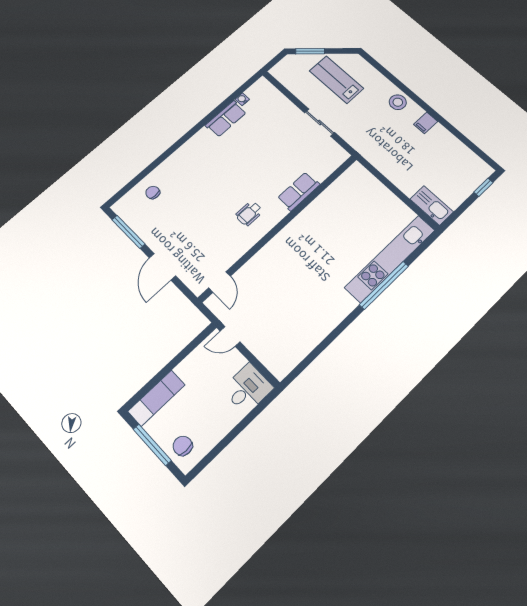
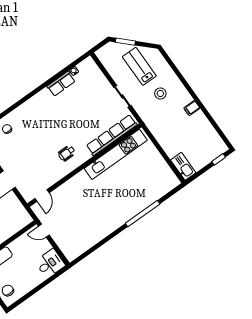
stool: (398, 102) -> (160, 93), moved
row of seats: (299, 191) -> (112, 135), width x2.02
kitchen unit: (390, 259) -> (116, 154), moved, turned 180

